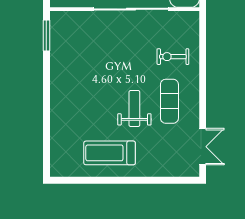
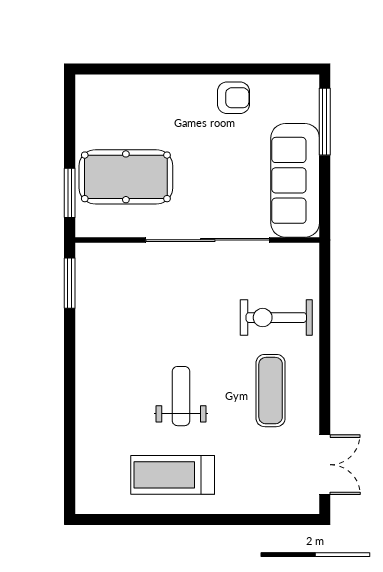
exercise bike: (173, 57) -> (276, 318), width x1.38, depth x1.39
weight bench: (134, 108) -> (181, 396), moved

